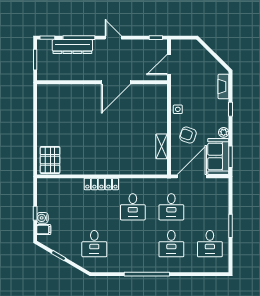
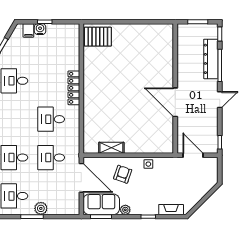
plant: (222, 217) -> (41, 208), added

